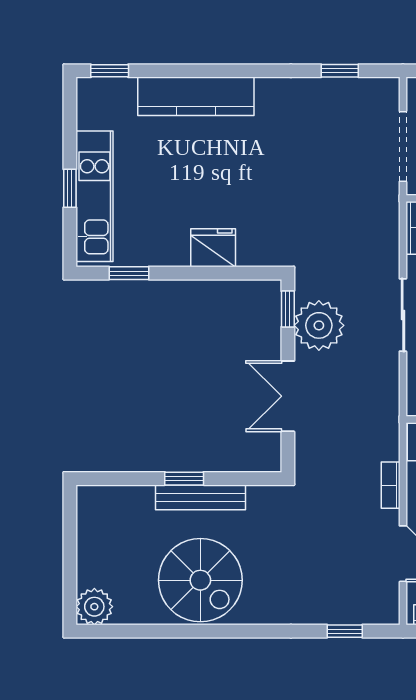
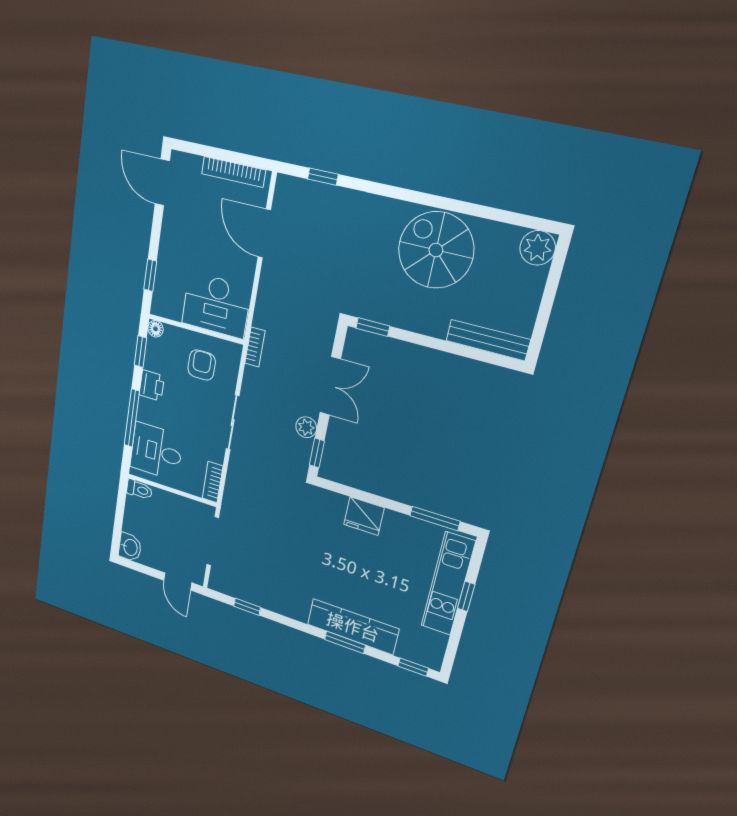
window: (201, 71) -> (345, 642), added
window: (129, 273) -> (435, 518), width x1.50
plant: (319, 325) -> (306, 427), width x0.53, depth x0.53
window: (184, 479) -> (373, 327), moved
bookcase: (391, 485) -> (255, 347), moved
bench: (201, 497) -> (488, 340), moved

